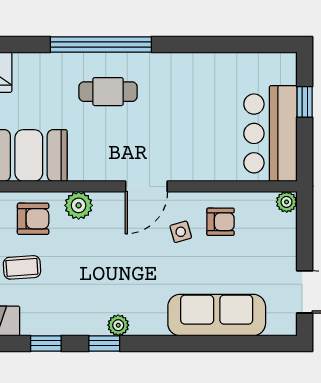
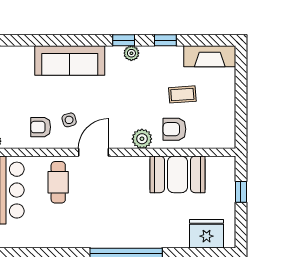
cafe table: (108, 92) -> (58, 182), moved, turned 90
sofa: (217, 315) -> (70, 60), moved
plant: (118, 325) -> (131, 53), moved

